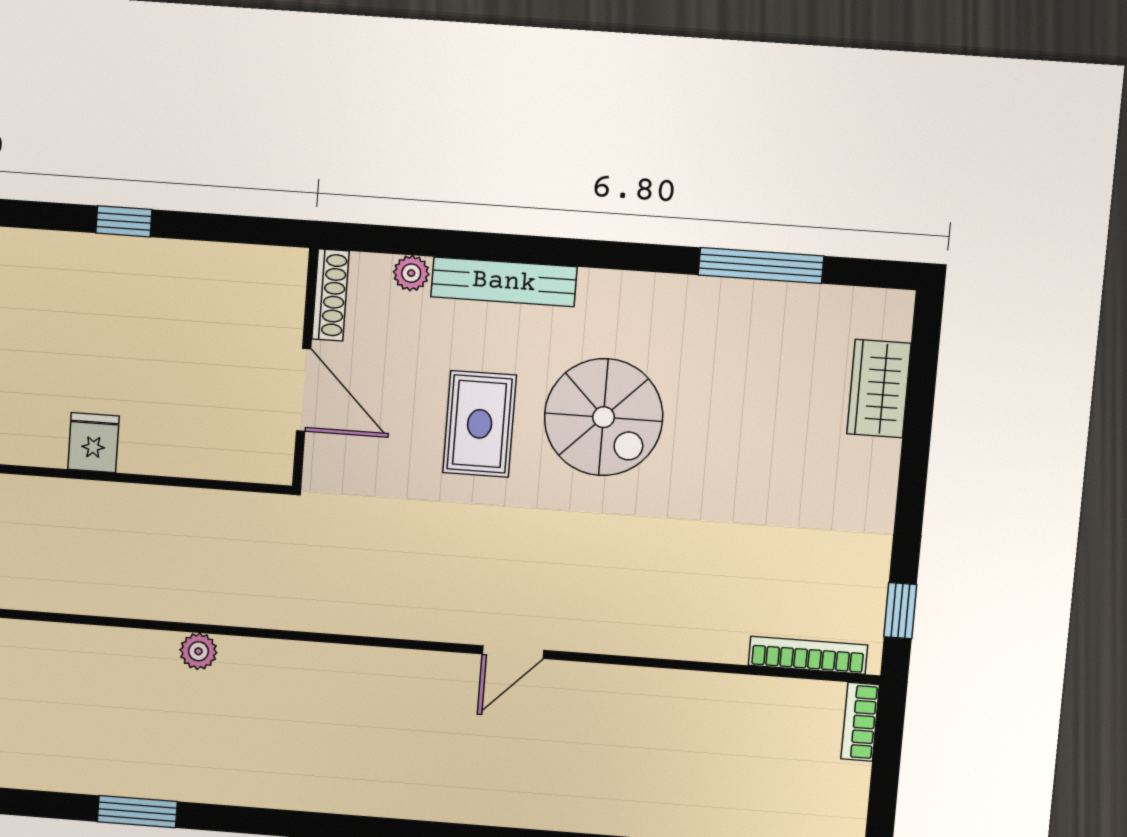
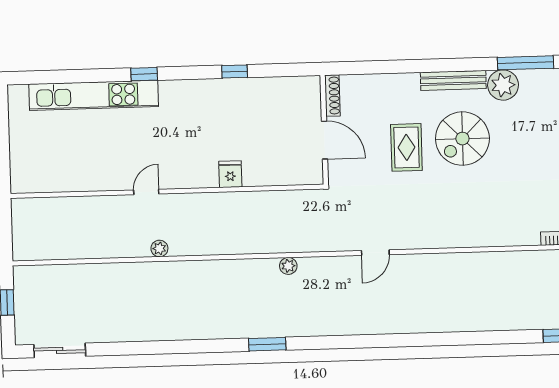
plant: (411, 273) -> (503, 85), moved, width x1.87, depth x1.87
bench: (504, 282) -> (453, 80), moved
spiral stairs: (604, 417) -> (462, 139), turned 90
door: (513, 652) -> (375, 253), moved

